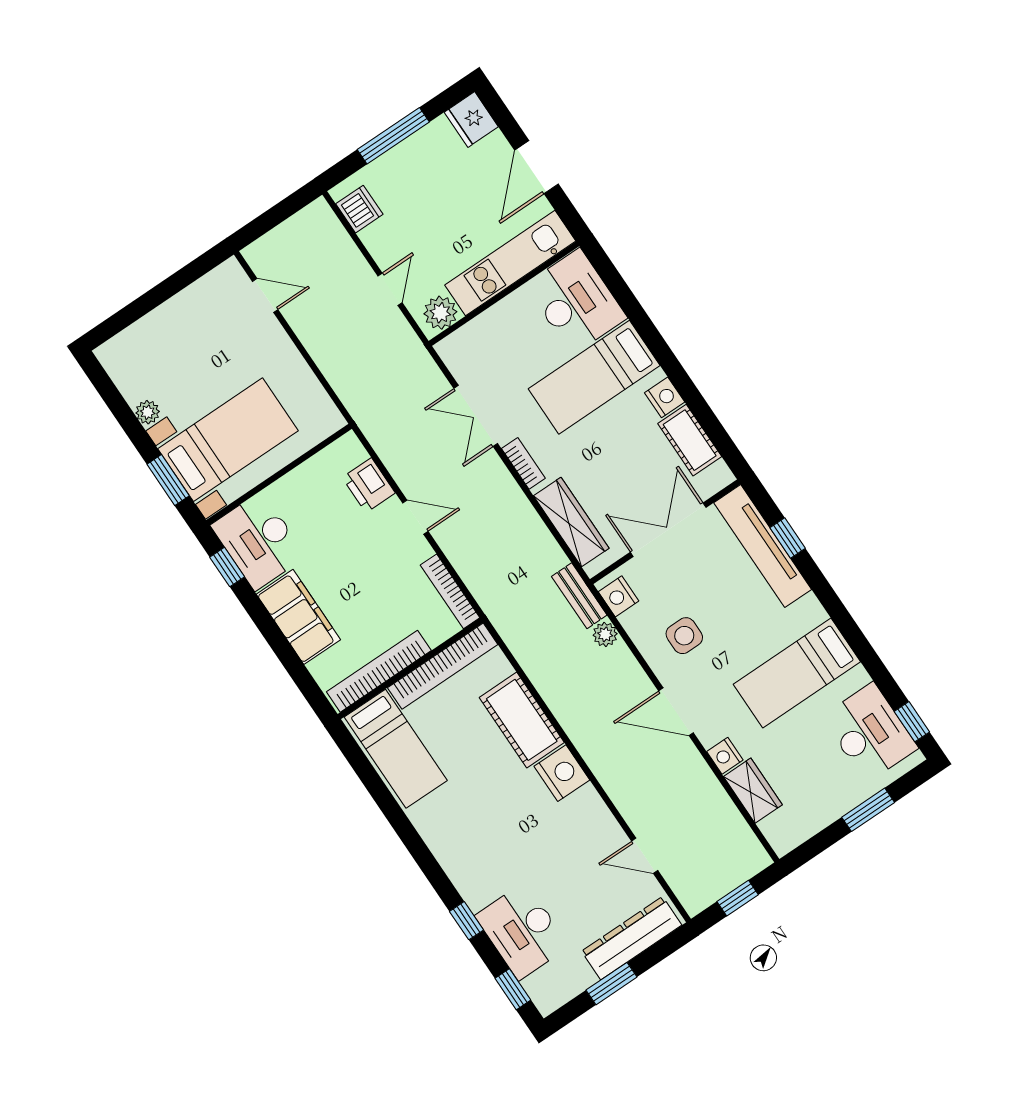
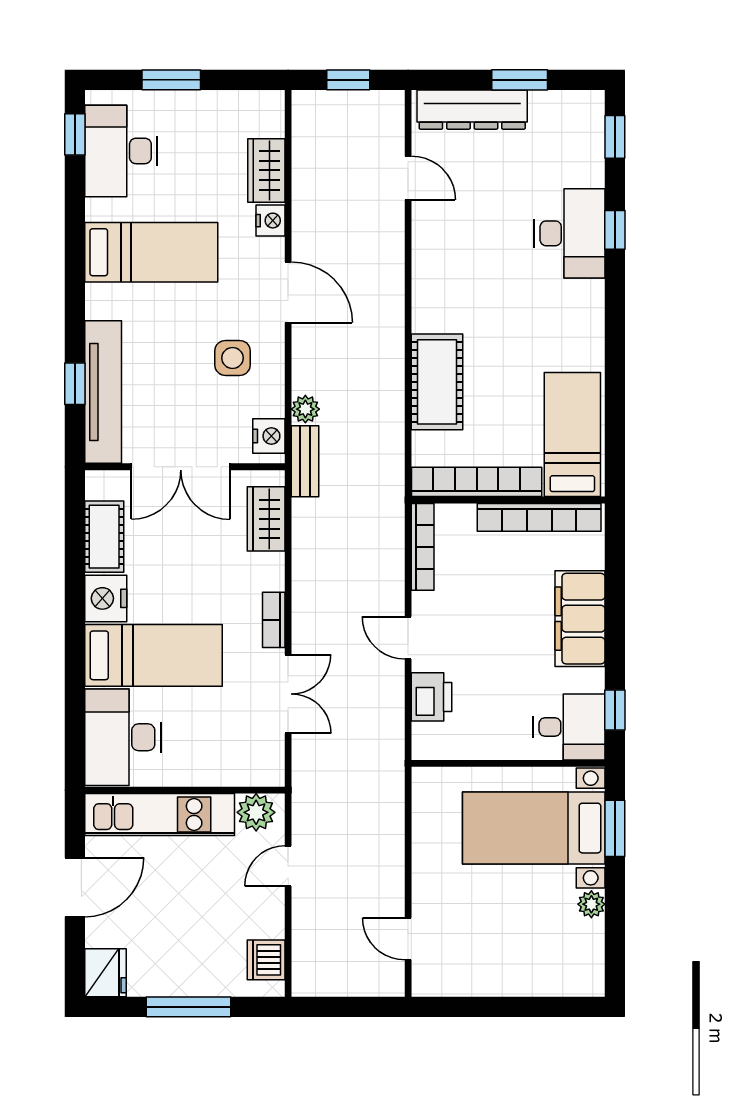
nightstand: (665, 397) -> (106, 598), width x1.36, depth x1.33
wardrobe: (571, 522) -> (266, 519), width x0.67
desk: (258, 541) -> (569, 727), width x0.73
nightstand: (562, 773) -> (433, 307), removed
desk: (522, 931) -> (570, 233), moved

